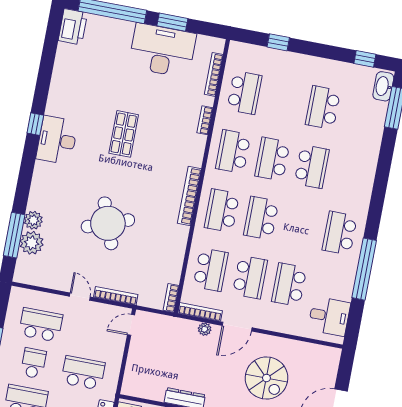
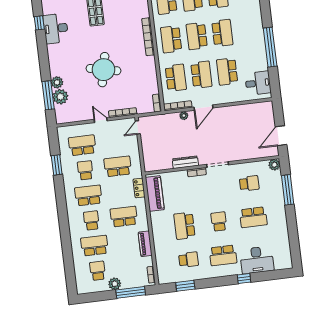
round table: (108, 223) -> (103, 70), turned 32
school desk: (340, 233) -> (222, 33), moved, turned 180
spiral stairs: (266, 378) -> (232, 133), removed

